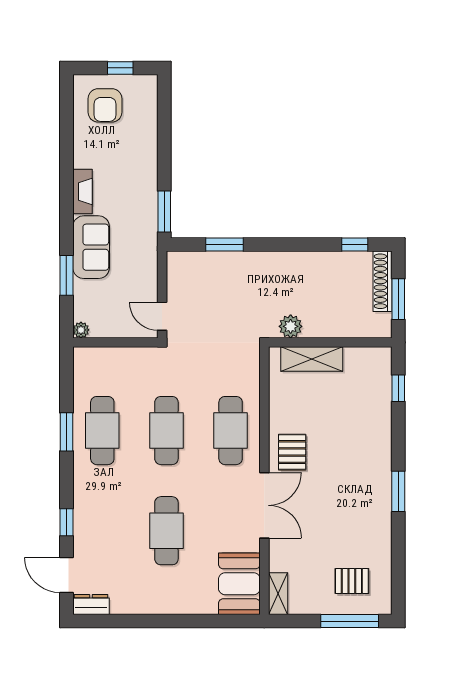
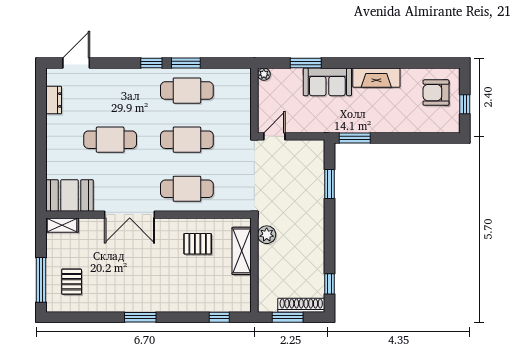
fireplace: (82, 192) -> (376, 78), width x1.37, depth x1.32
pallet: (292, 452) -> (198, 244), moved
window: (66, 522) -> (151, 63), moved
dresser: (91, 604) -> (54, 100), moved

